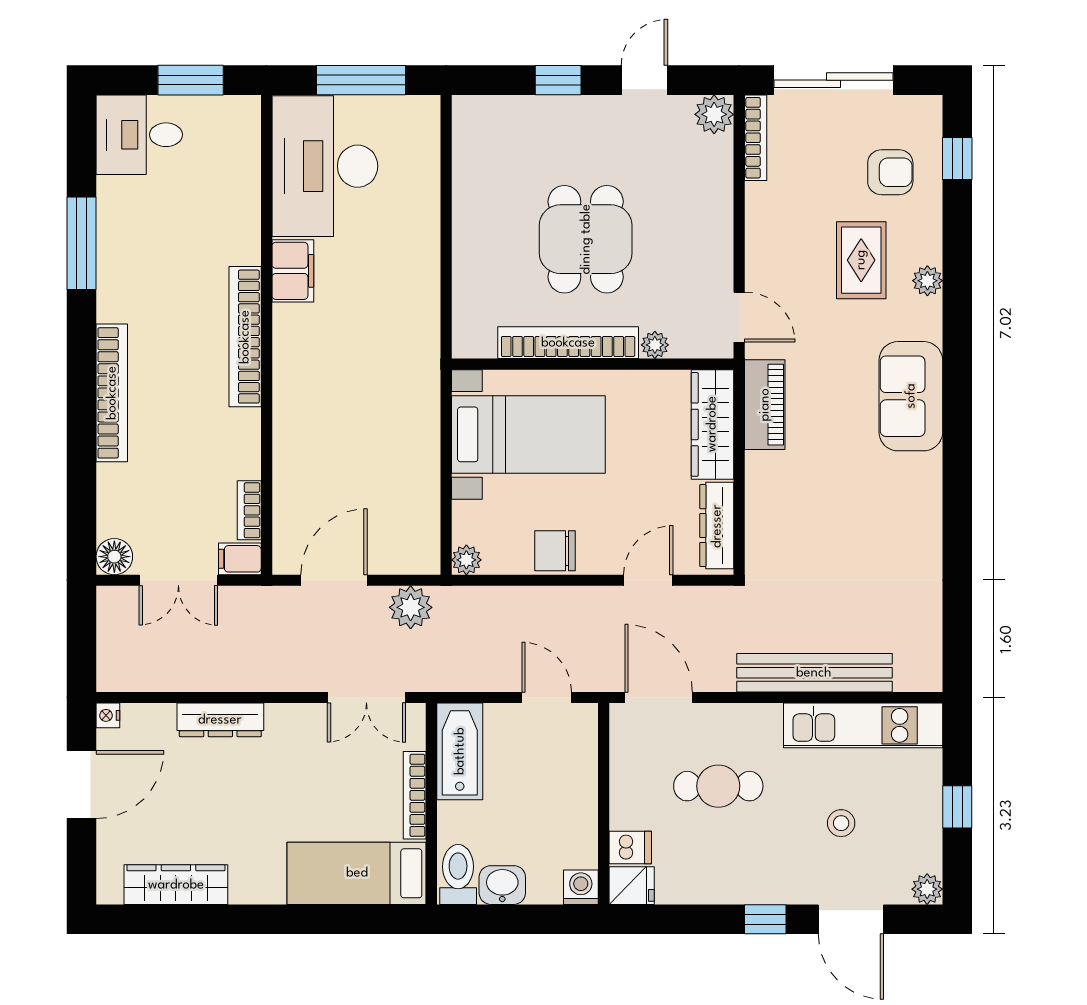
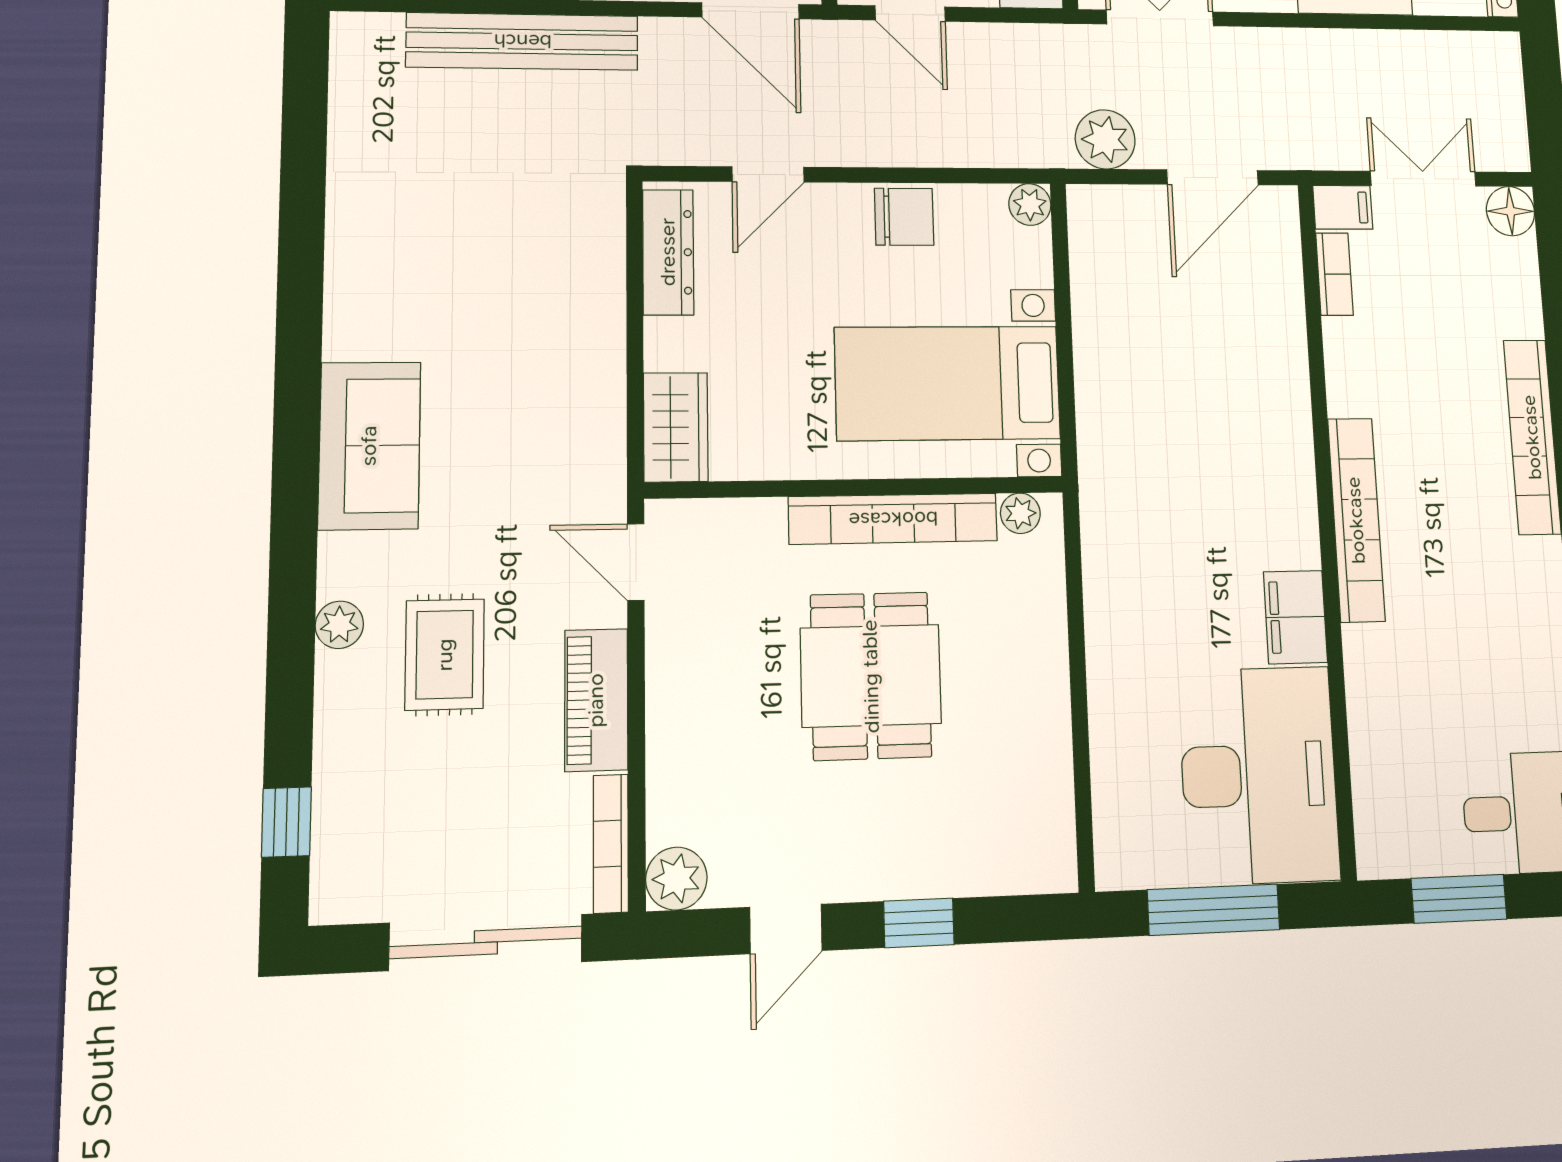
armchair: (890, 172) -> (396, 796), removed
plant: (655, 345) -> (1020, 513), moved
piano: (765, 405) -> (596, 700), moved
wardrobe: (712, 424) -> (676, 427), width x0.67

